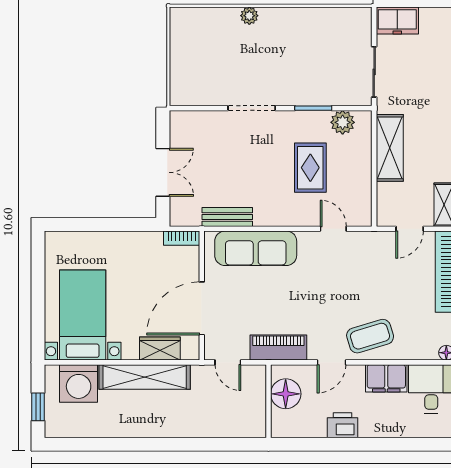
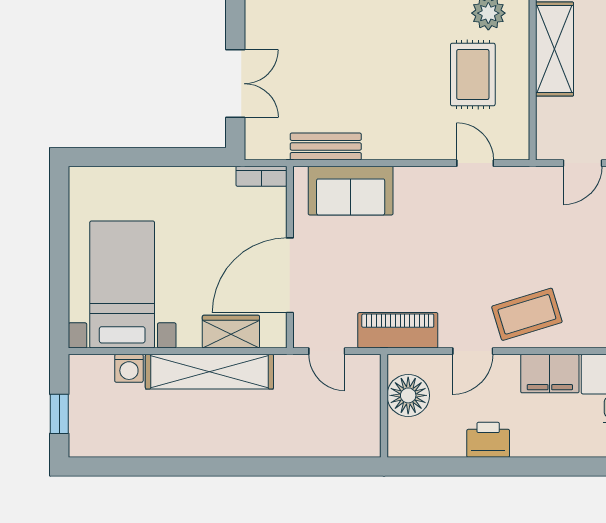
rug: (310, 168) -> (473, 74), moved
sofa: (256, 248) -> (351, 191), width x0.73
washing machine: (79, 383) -> (129, 368), width x0.53, depth x0.53

